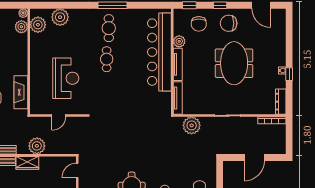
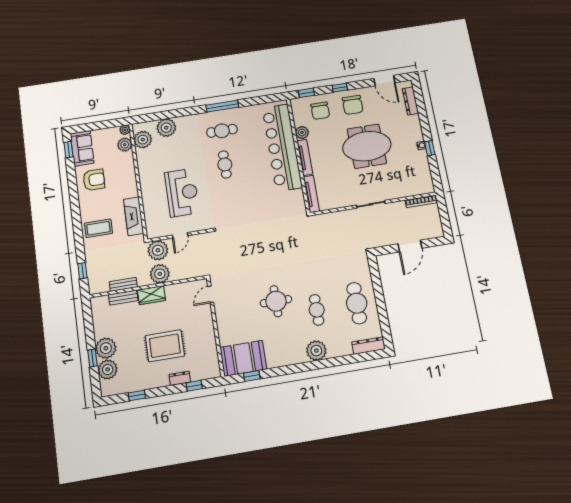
chair: (229, 23) -> (353, 105), turned -90
cafe table: (109, 28) -> (222, 131), turned 90
meeting table: (234, 63) -> (367, 146), turned 90
dresser: (281, 102) -> (410, 101), moved
plant: (192, 125) -> (158, 250), moved

